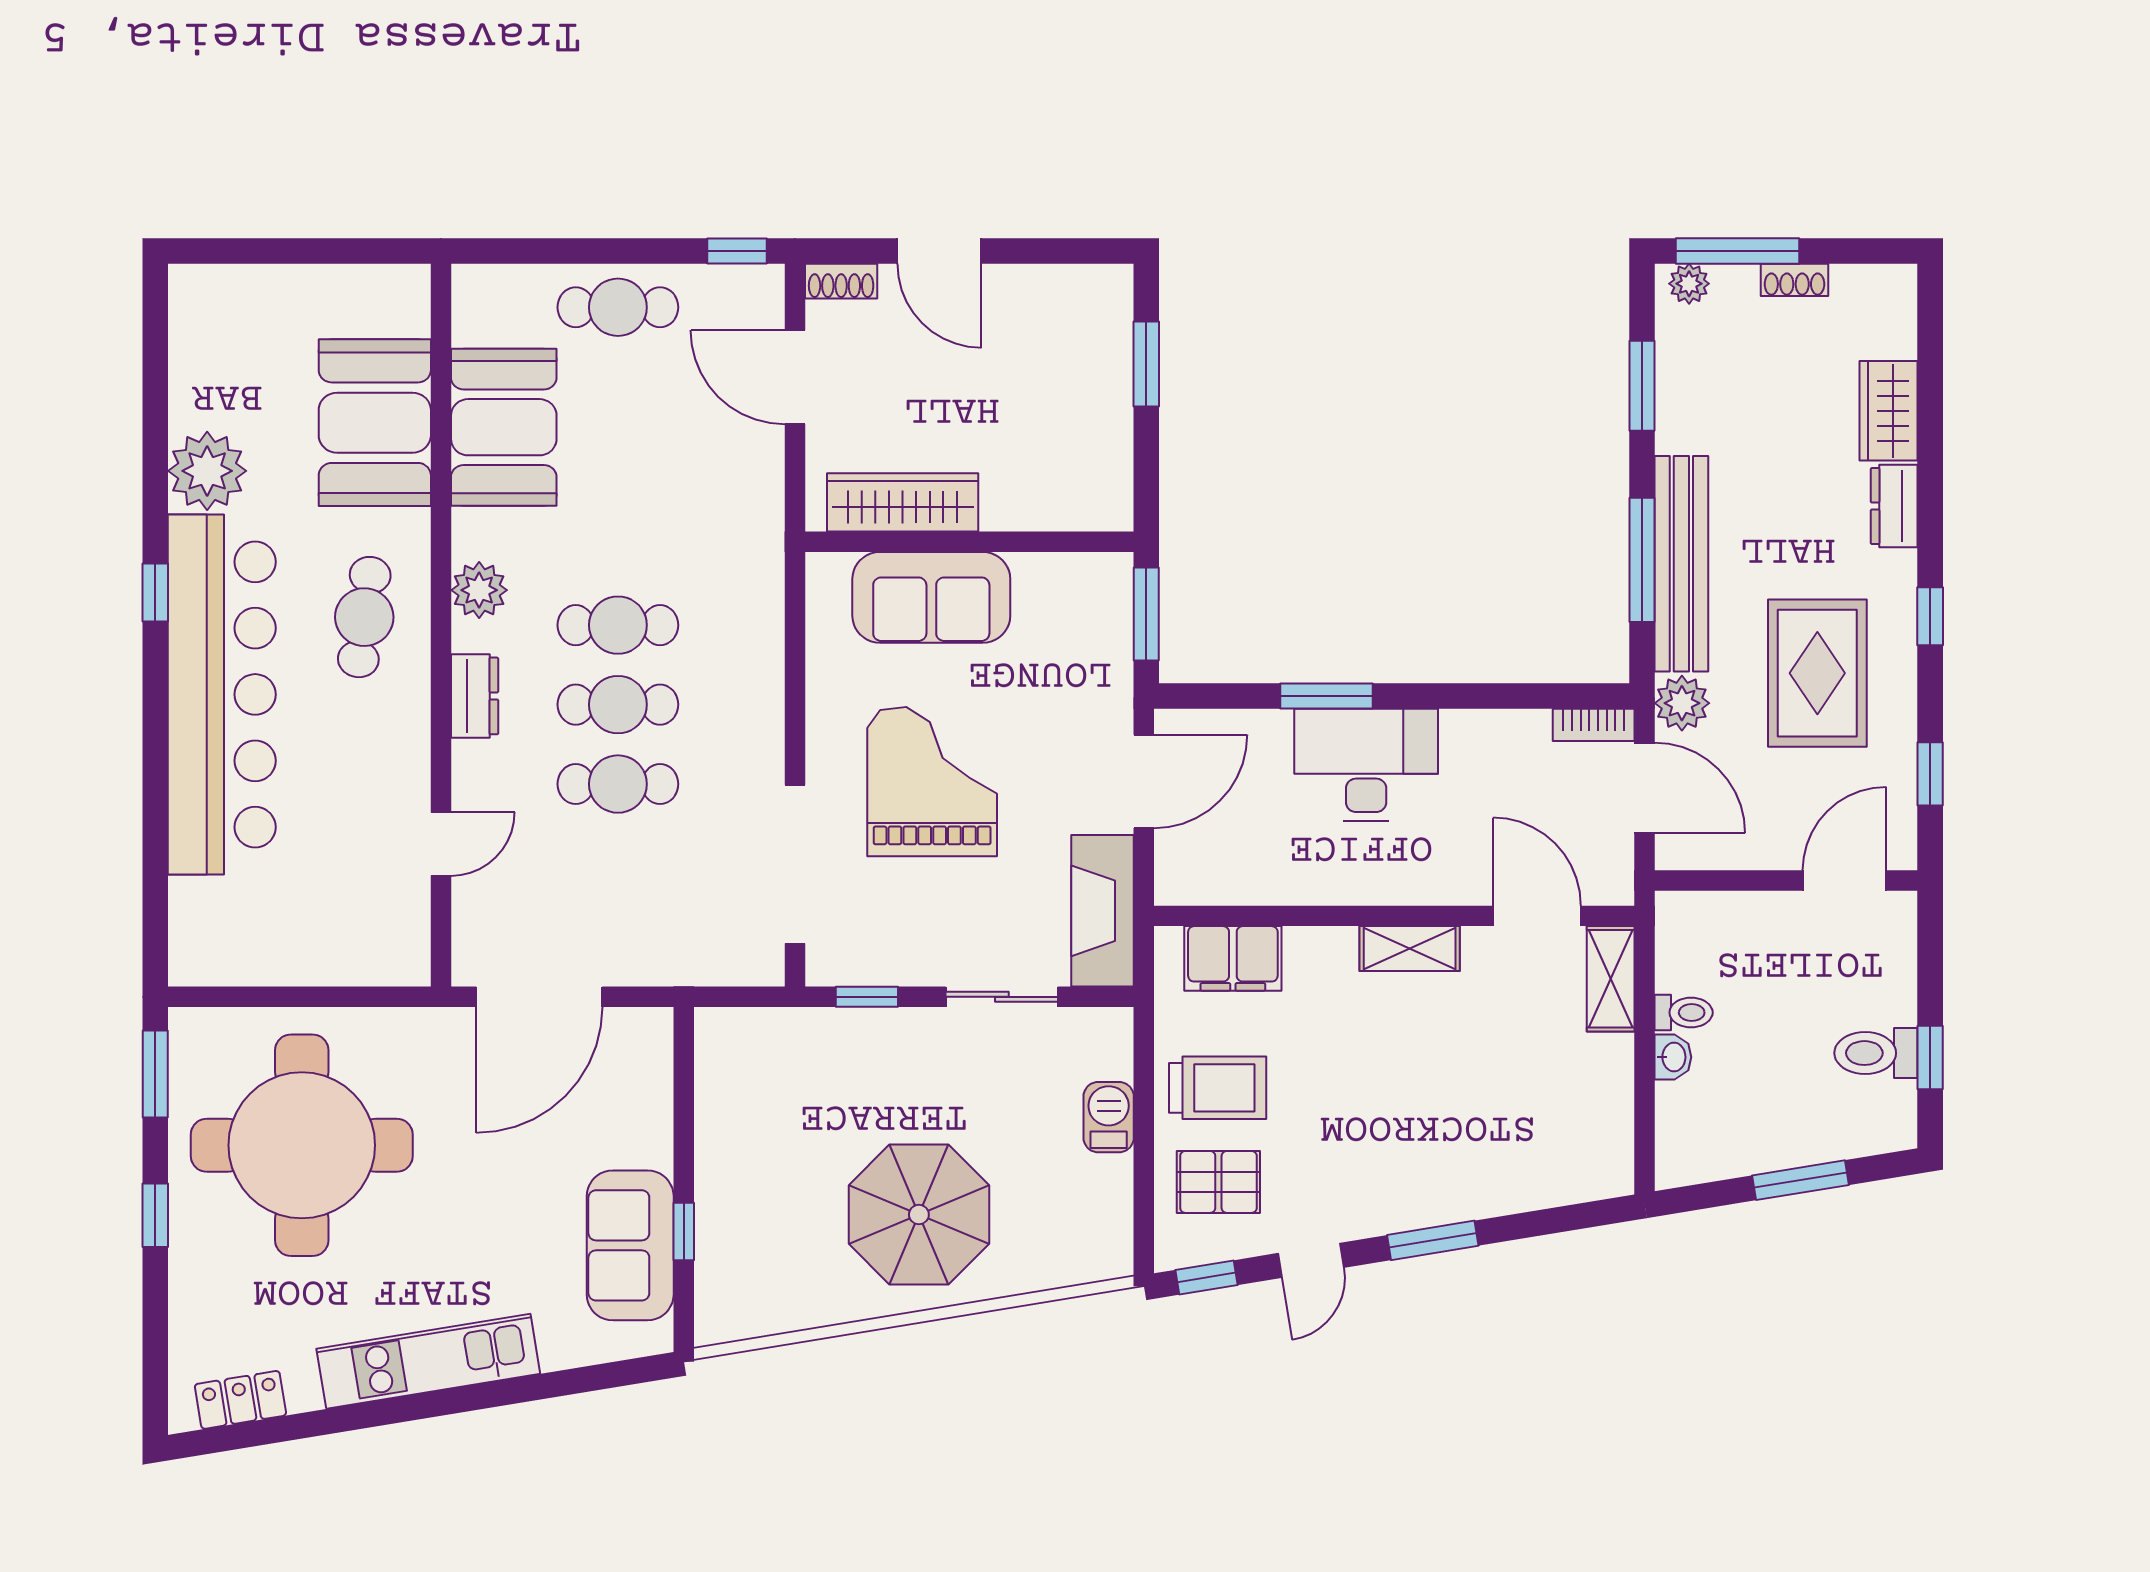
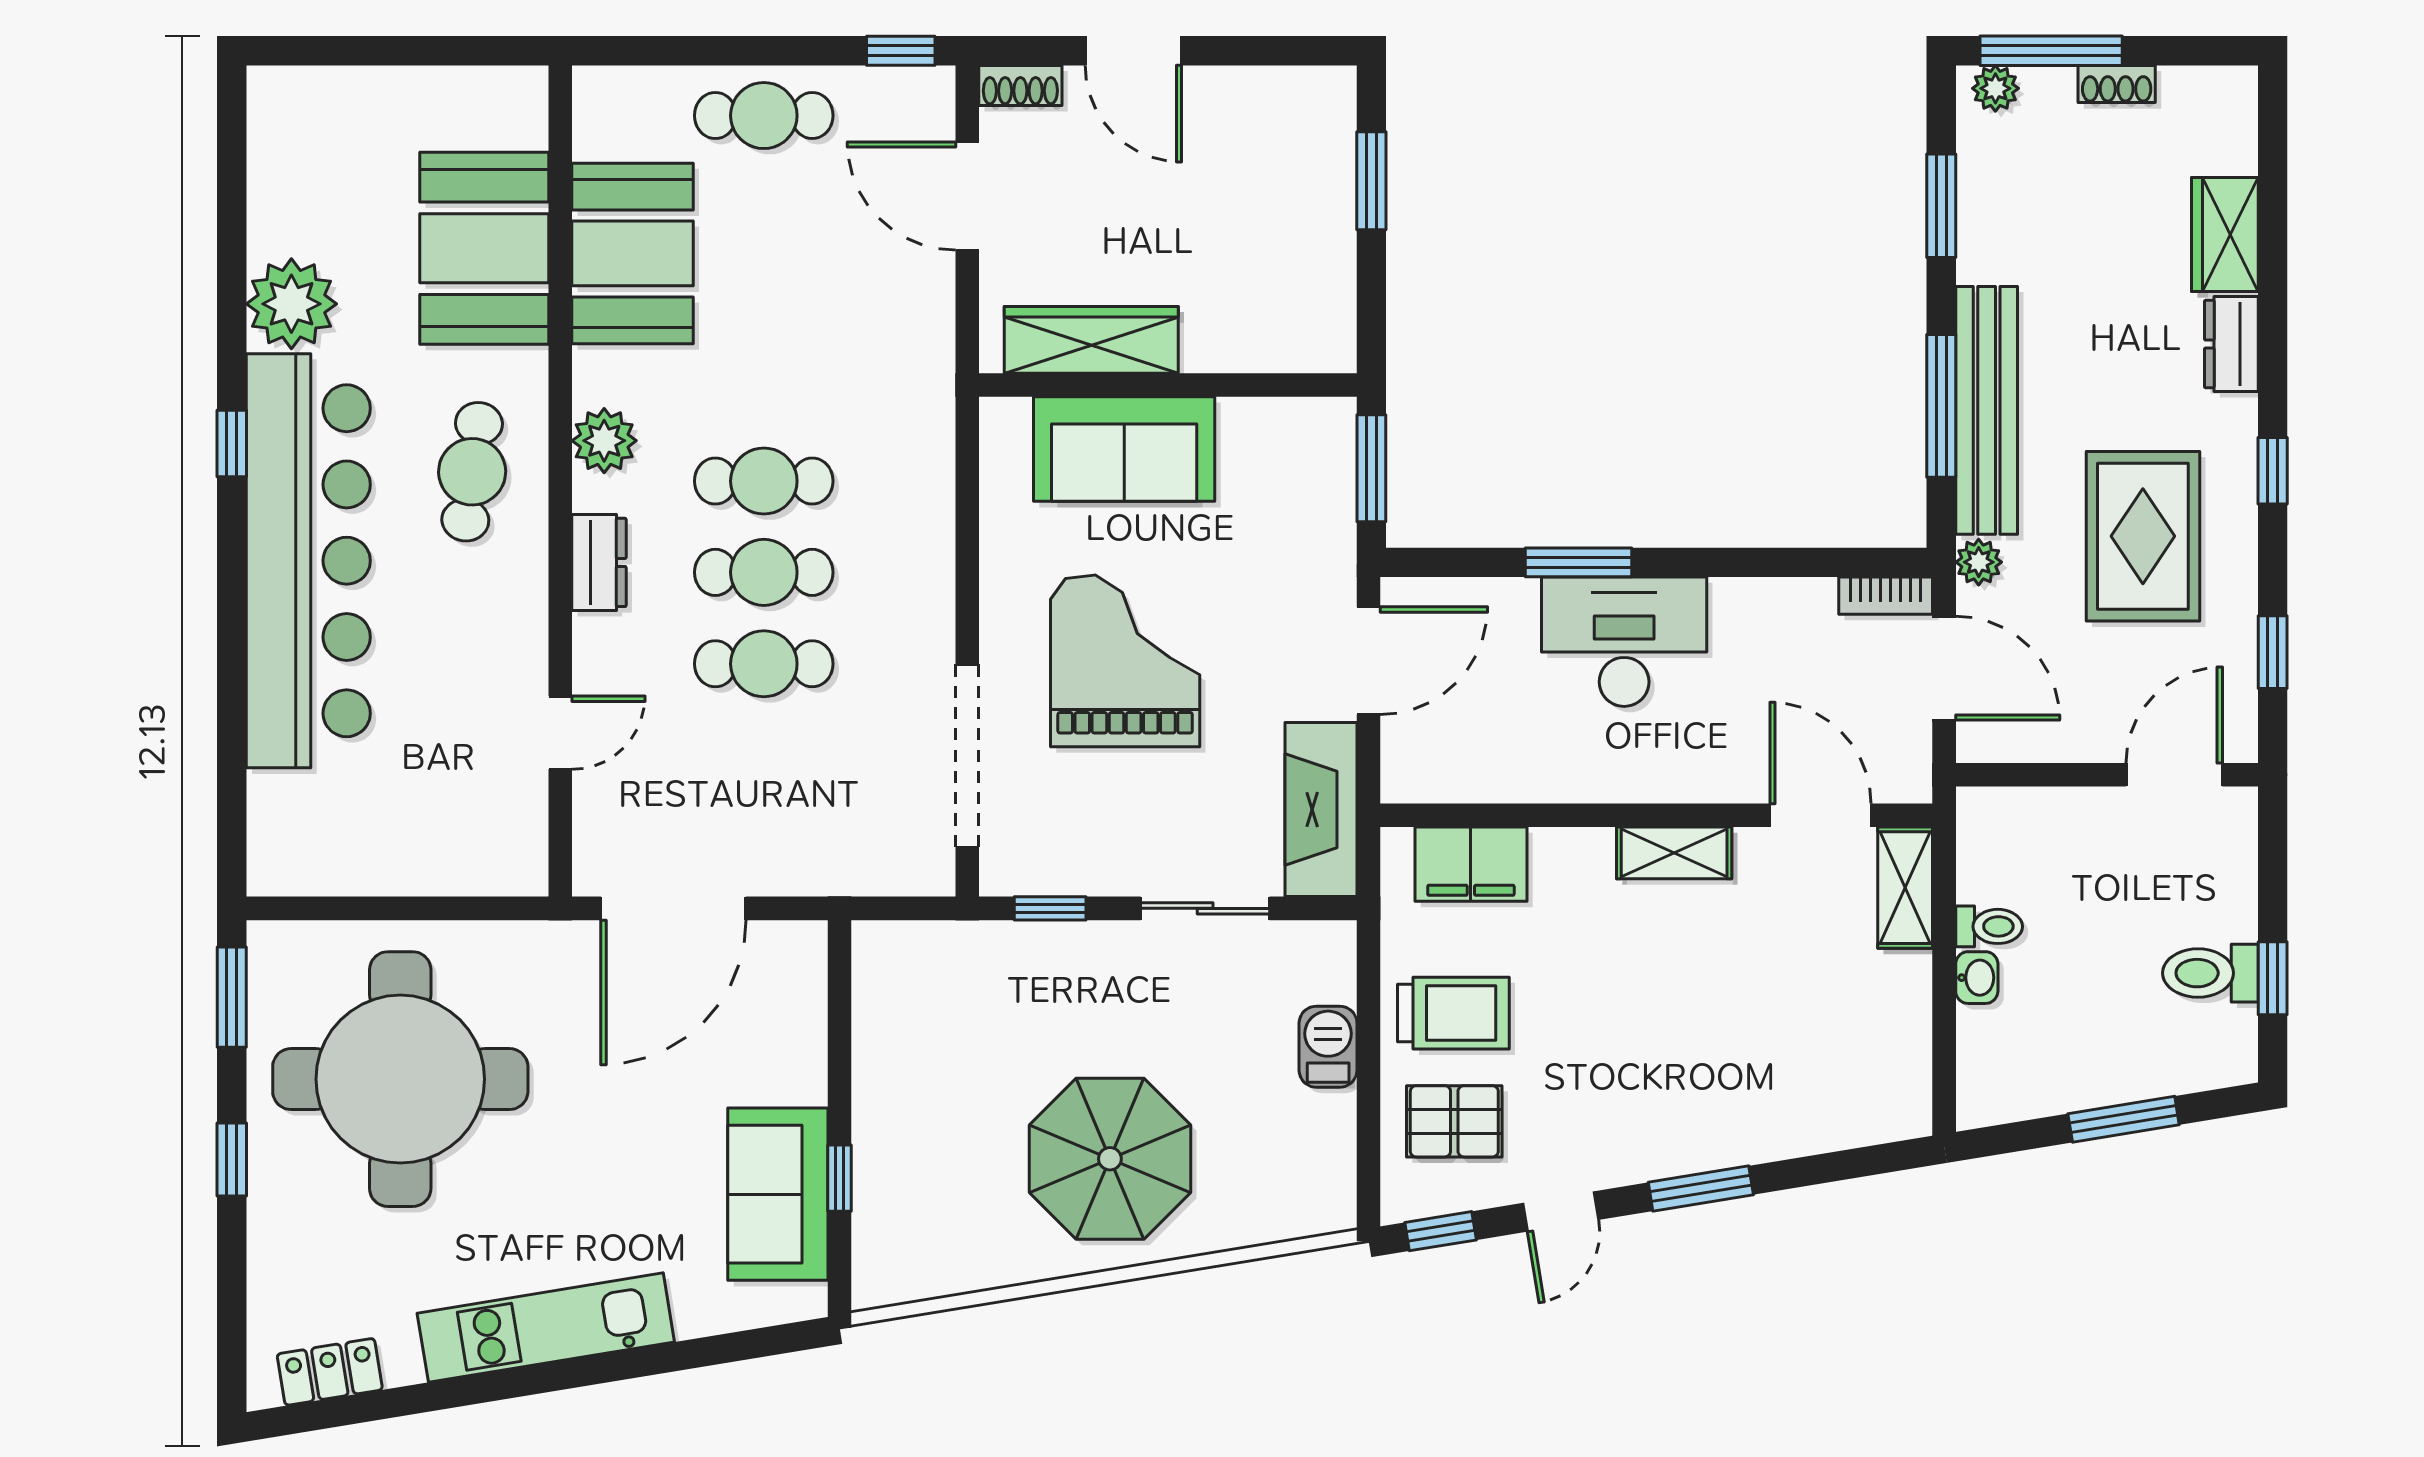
plant: (1682, 703) -> (1979, 562), width x0.73, depth x0.73

